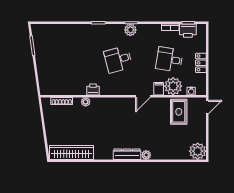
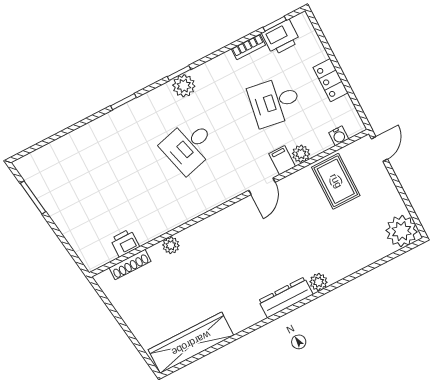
plant: (173, 86) -> (301, 154), width x0.53, depth x0.53
printer: (93, 90) -> (125, 243), moved

